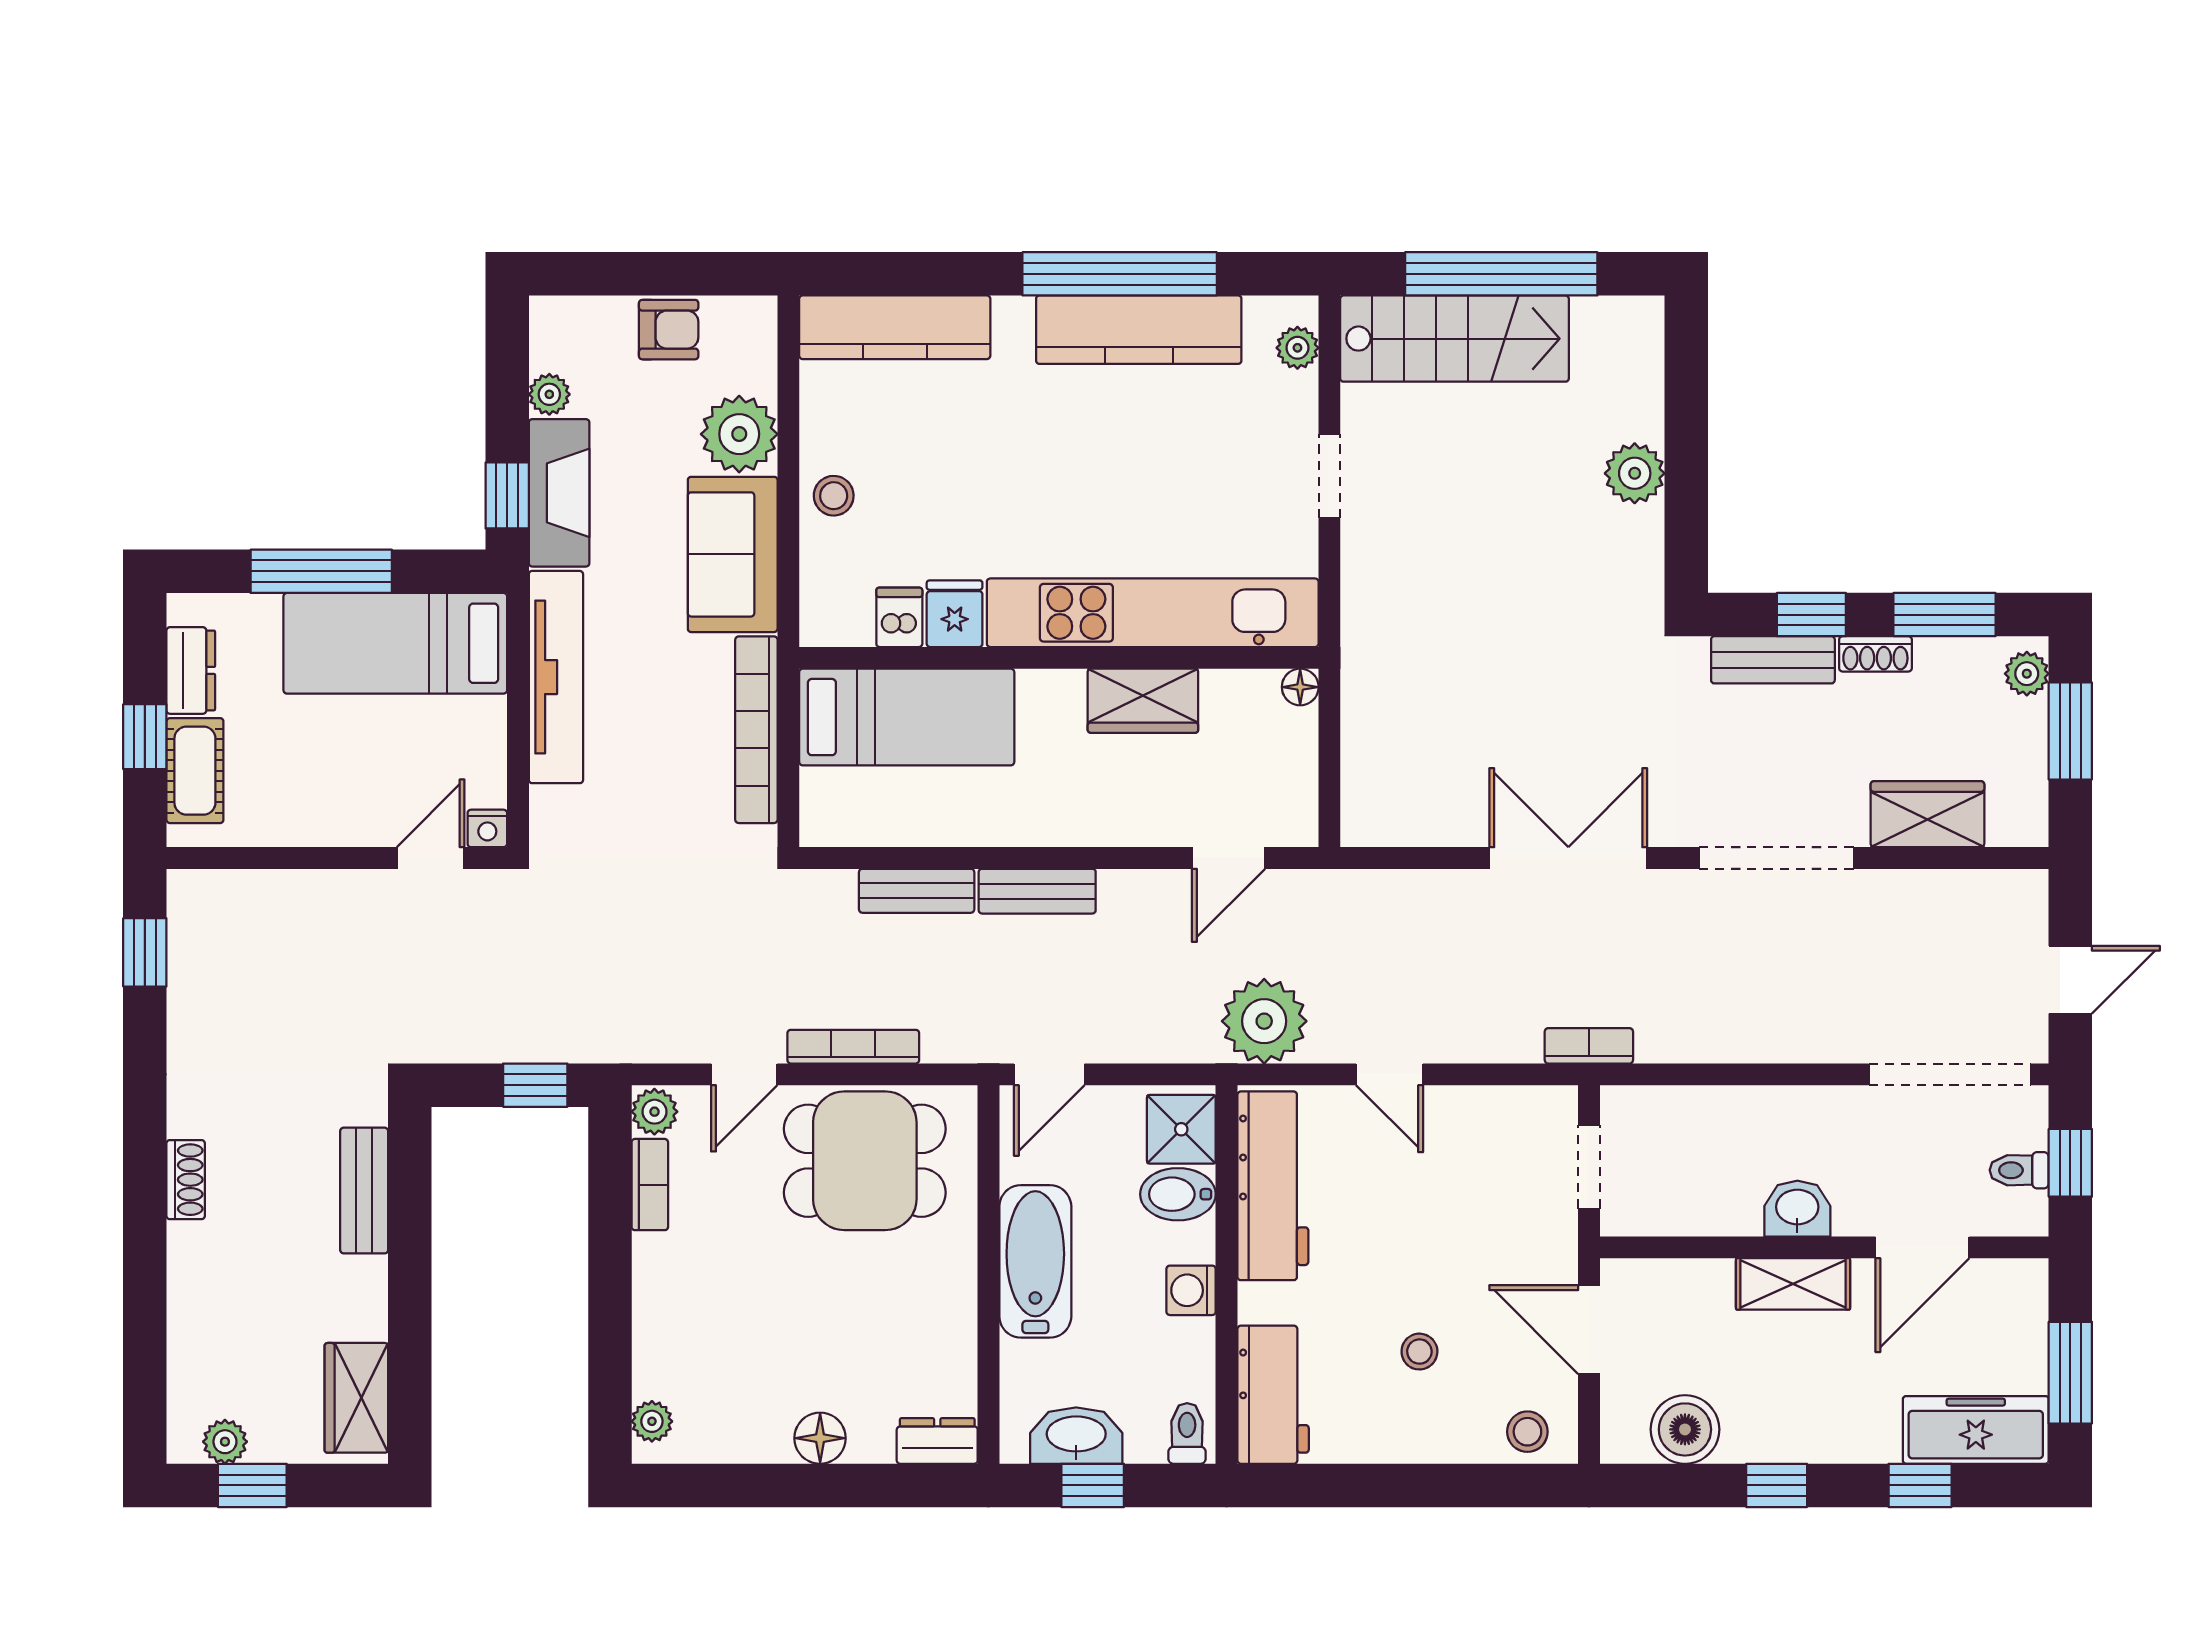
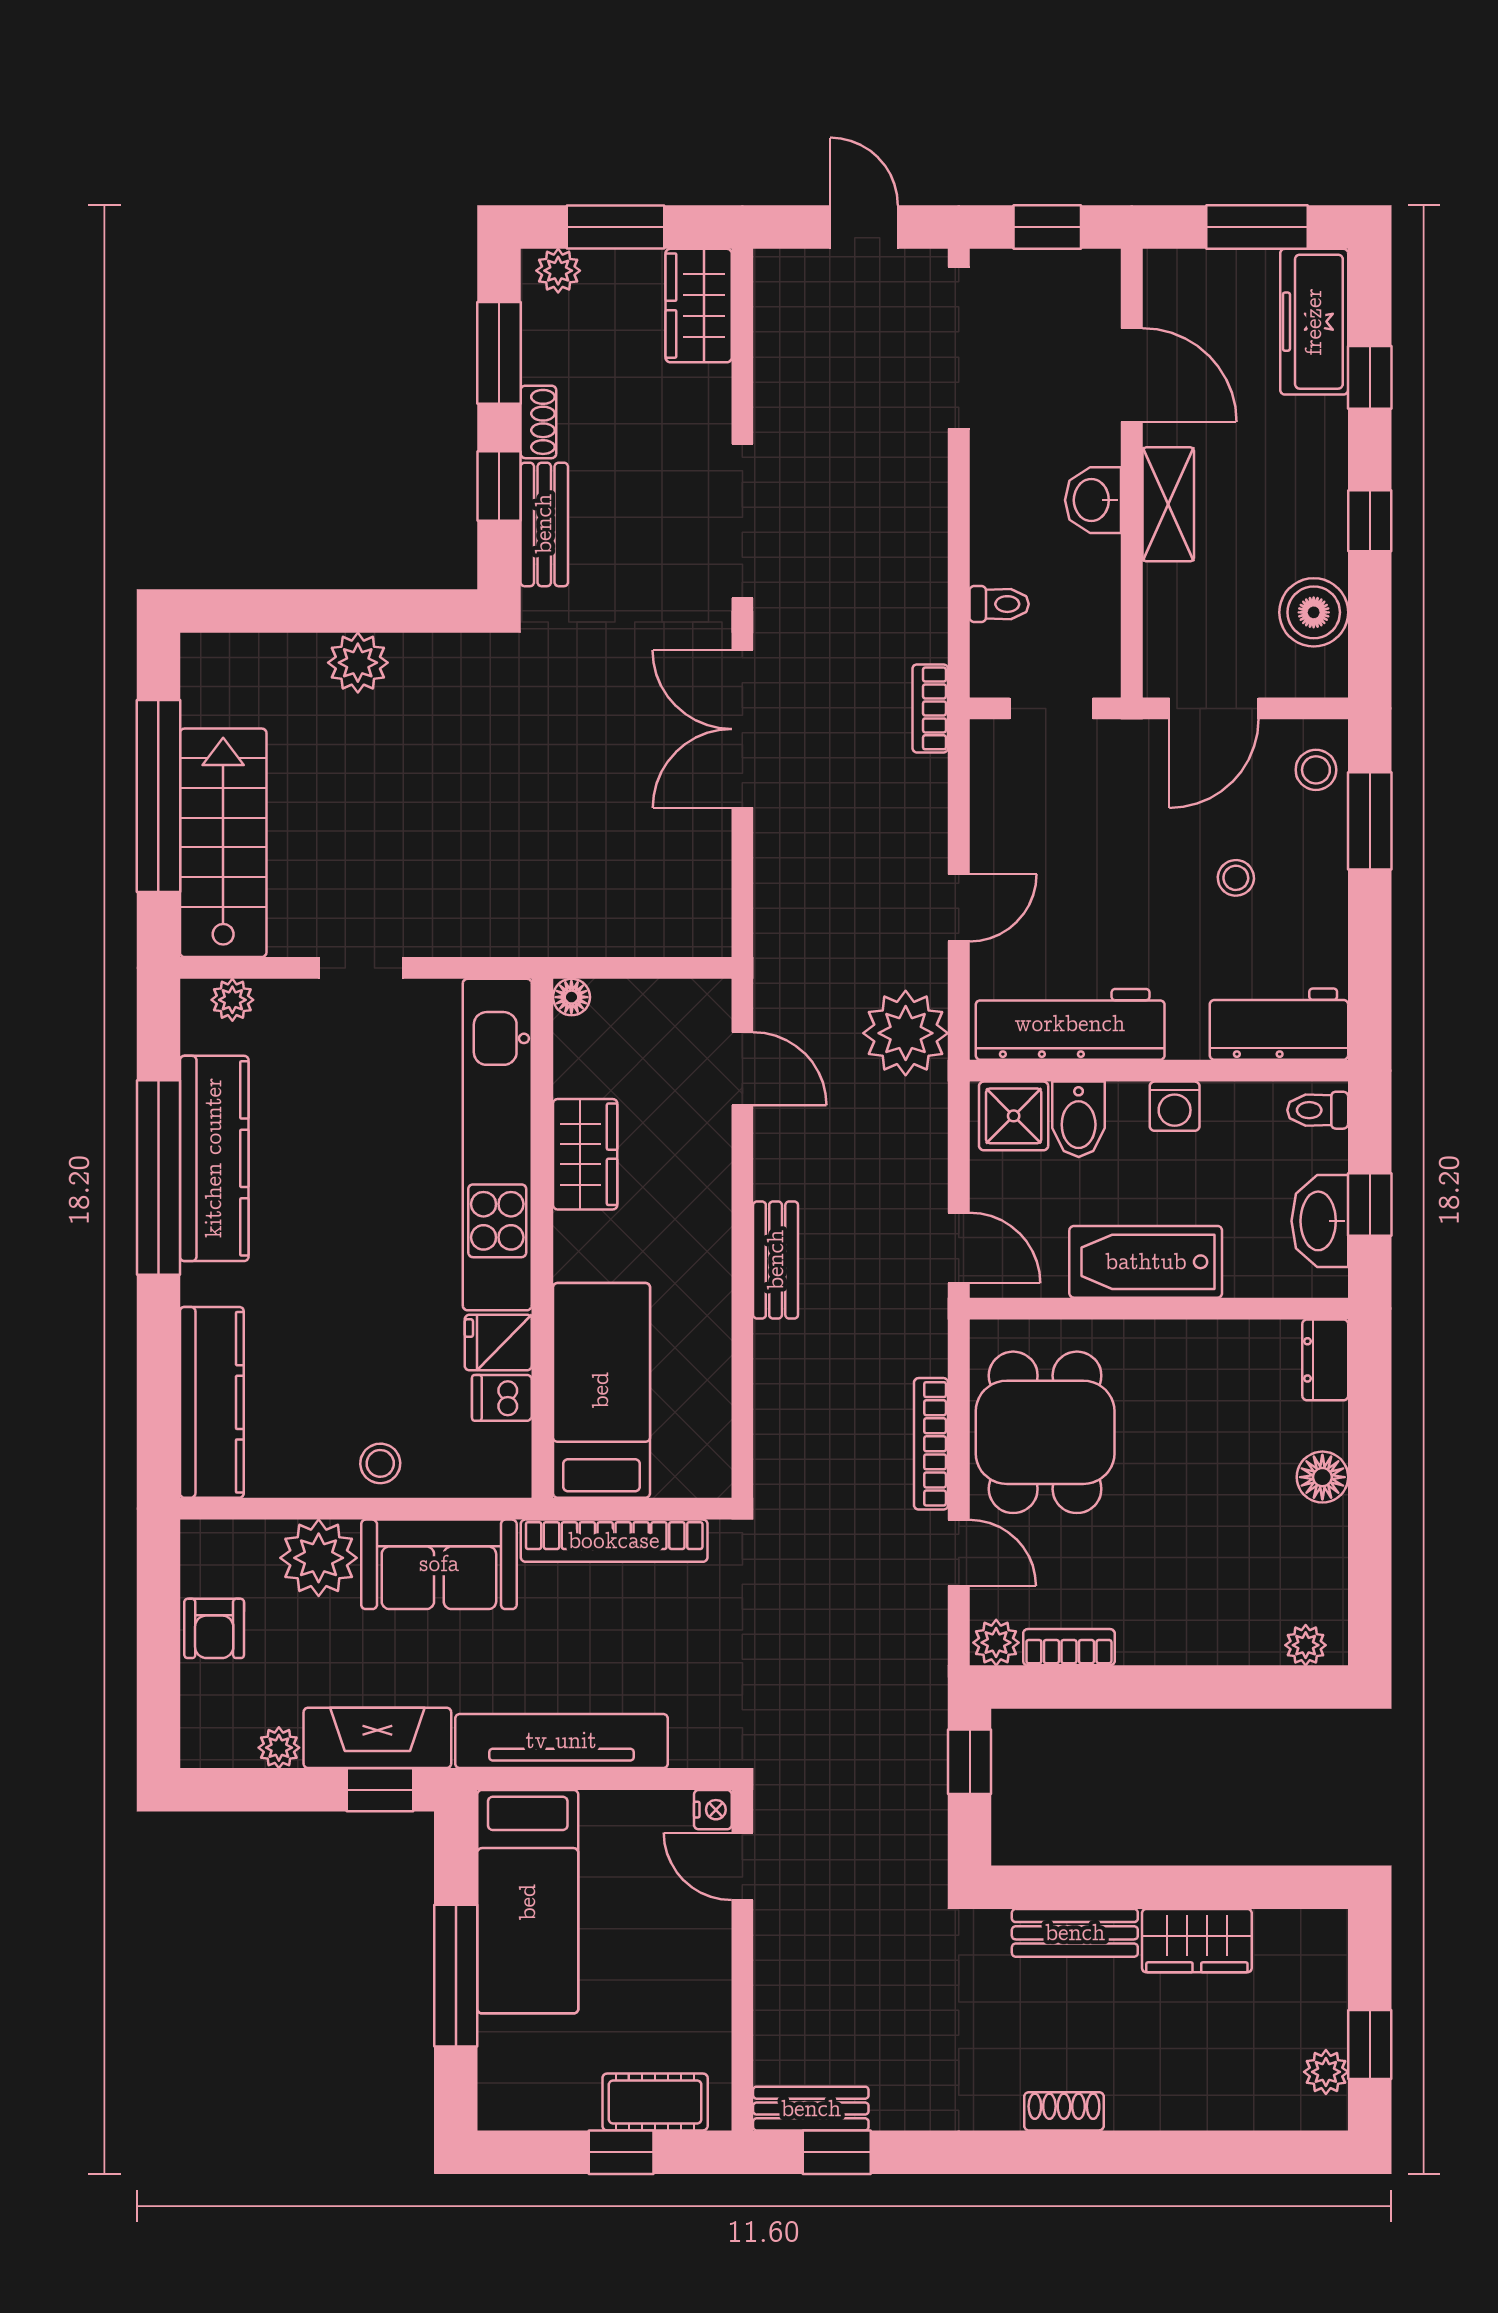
armchair: (669, 330) -> (214, 1628), turned 180
dresser: (191, 670) -> (555, 2106), removed
wardrobe: (1927, 814) -> (699, 306), moved
bench: (917, 891) -> (811, 2109), moved, turned 90
toilet: (2019, 1170) -> (999, 604), moved, turned -90
wardrobe: (356, 1398) -> (1197, 1941), moved
window: (1476, 1485) -> (1370, 821), added

